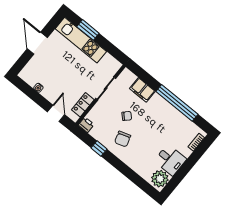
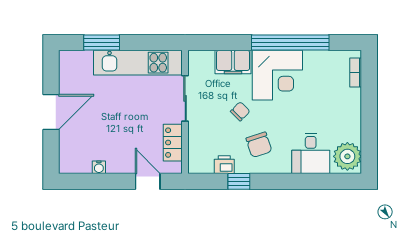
kitchen unit: (81, 40) -> (138, 63), moved
door: (37, 43) -> (51, 112), swing flipped
corner desk: (158, 113) -> (277, 75), added
printer: (86, 125) -> (224, 165), moved
desk: (170, 160) -> (311, 153), moved, turned 90

